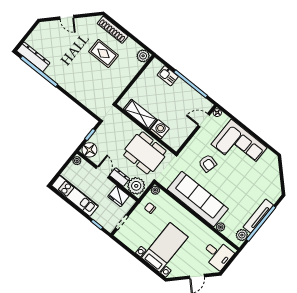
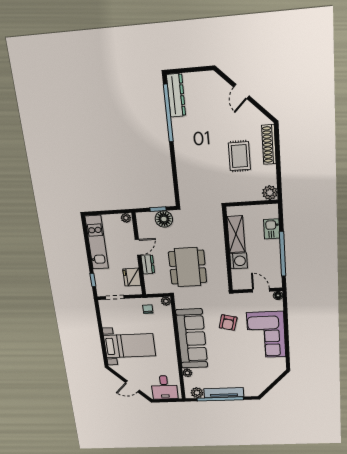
shelving: (140, 114) -> (236, 234), moved
wall: (145, 129) -> (227, 249), moved
washing machine: (160, 129) -> (239, 261), moved
floor lamp: (89, 150) -> (164, 219), moved
plant: (136, 186) -> (154, 284), removed

